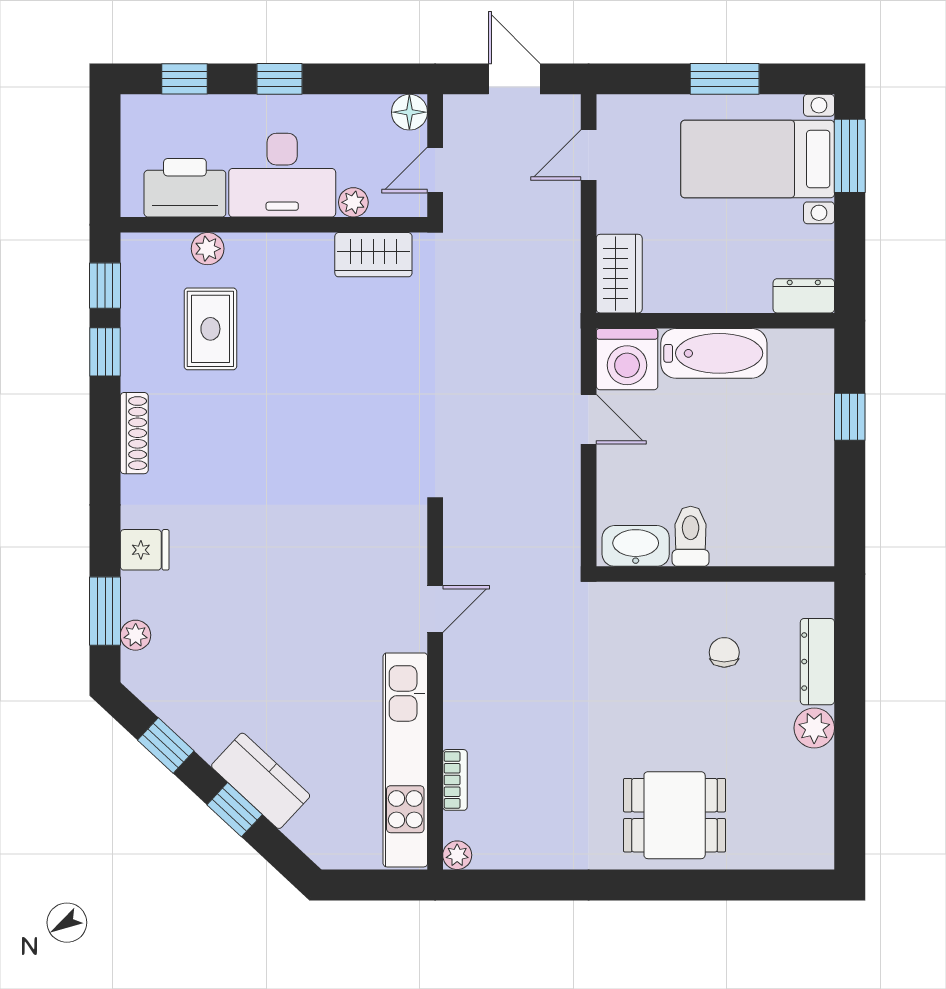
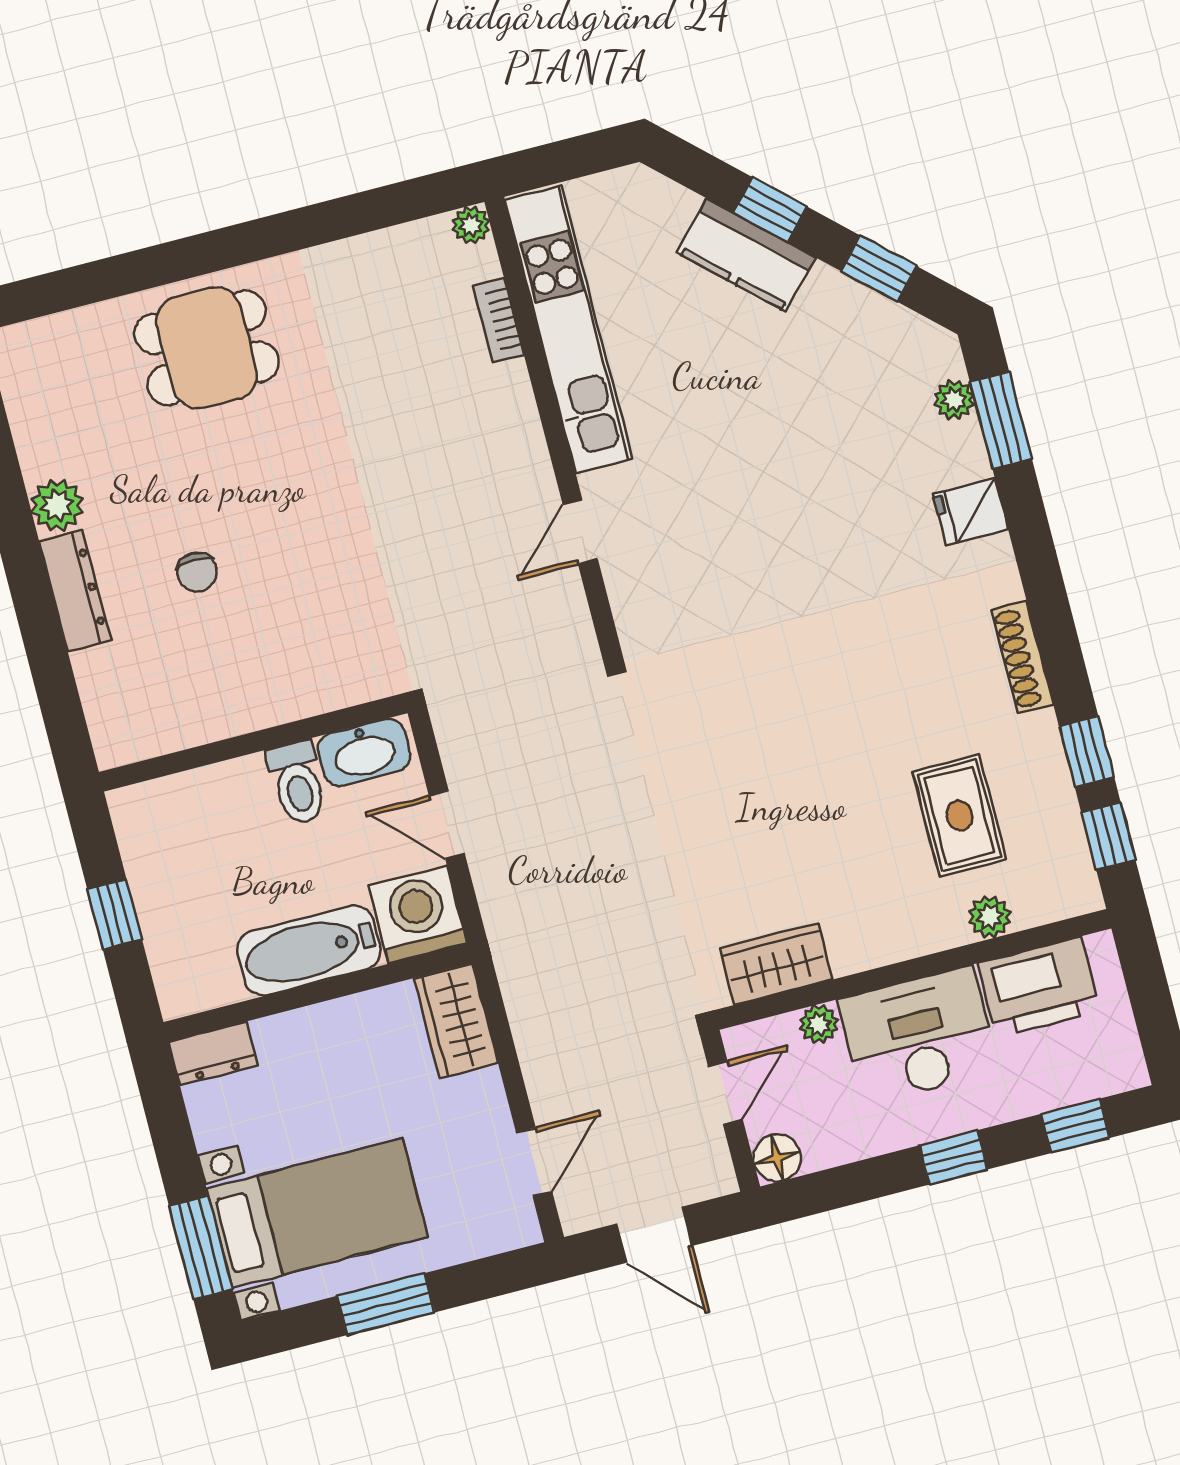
toilet: (691, 536) -> (297, 783), moved
washbasin: (636, 546) -> (364, 752), moved
wall: (715, 574) -> (253, 743), moved

